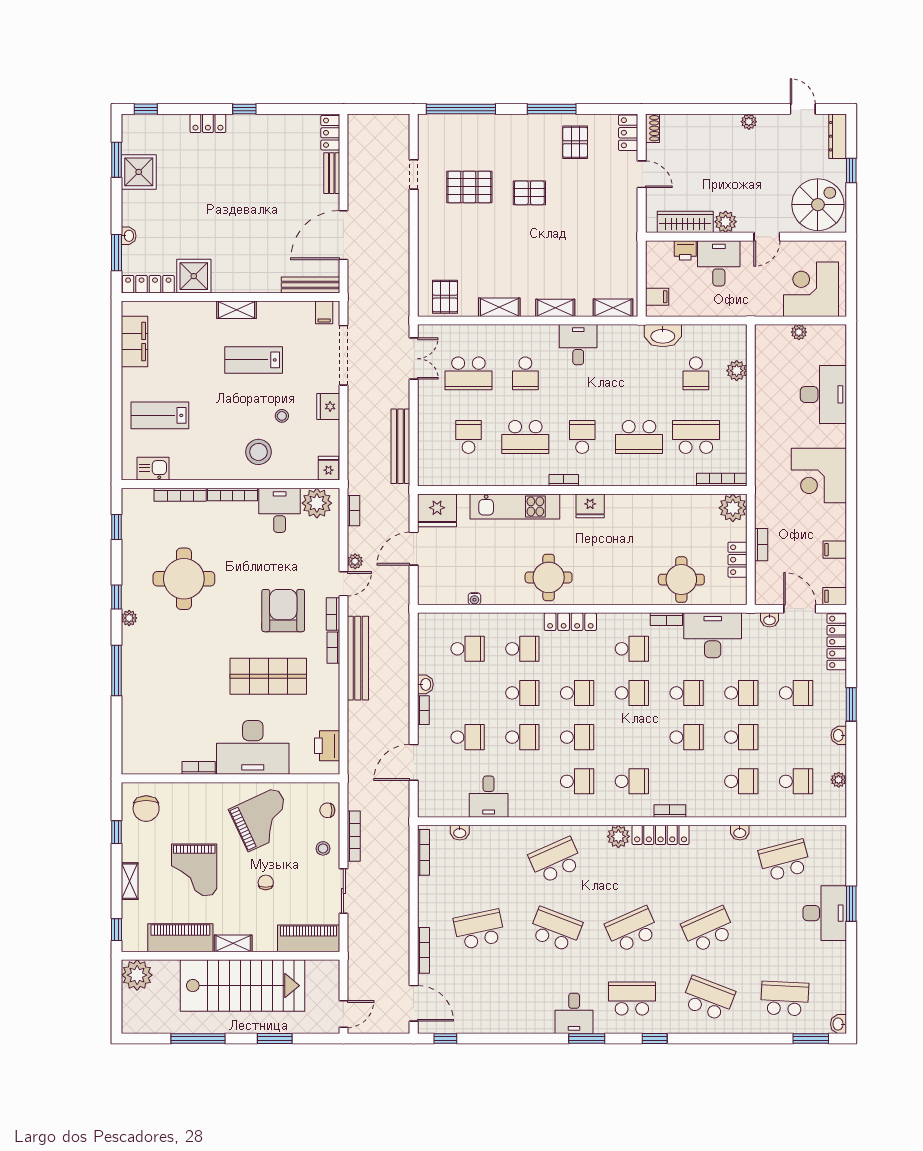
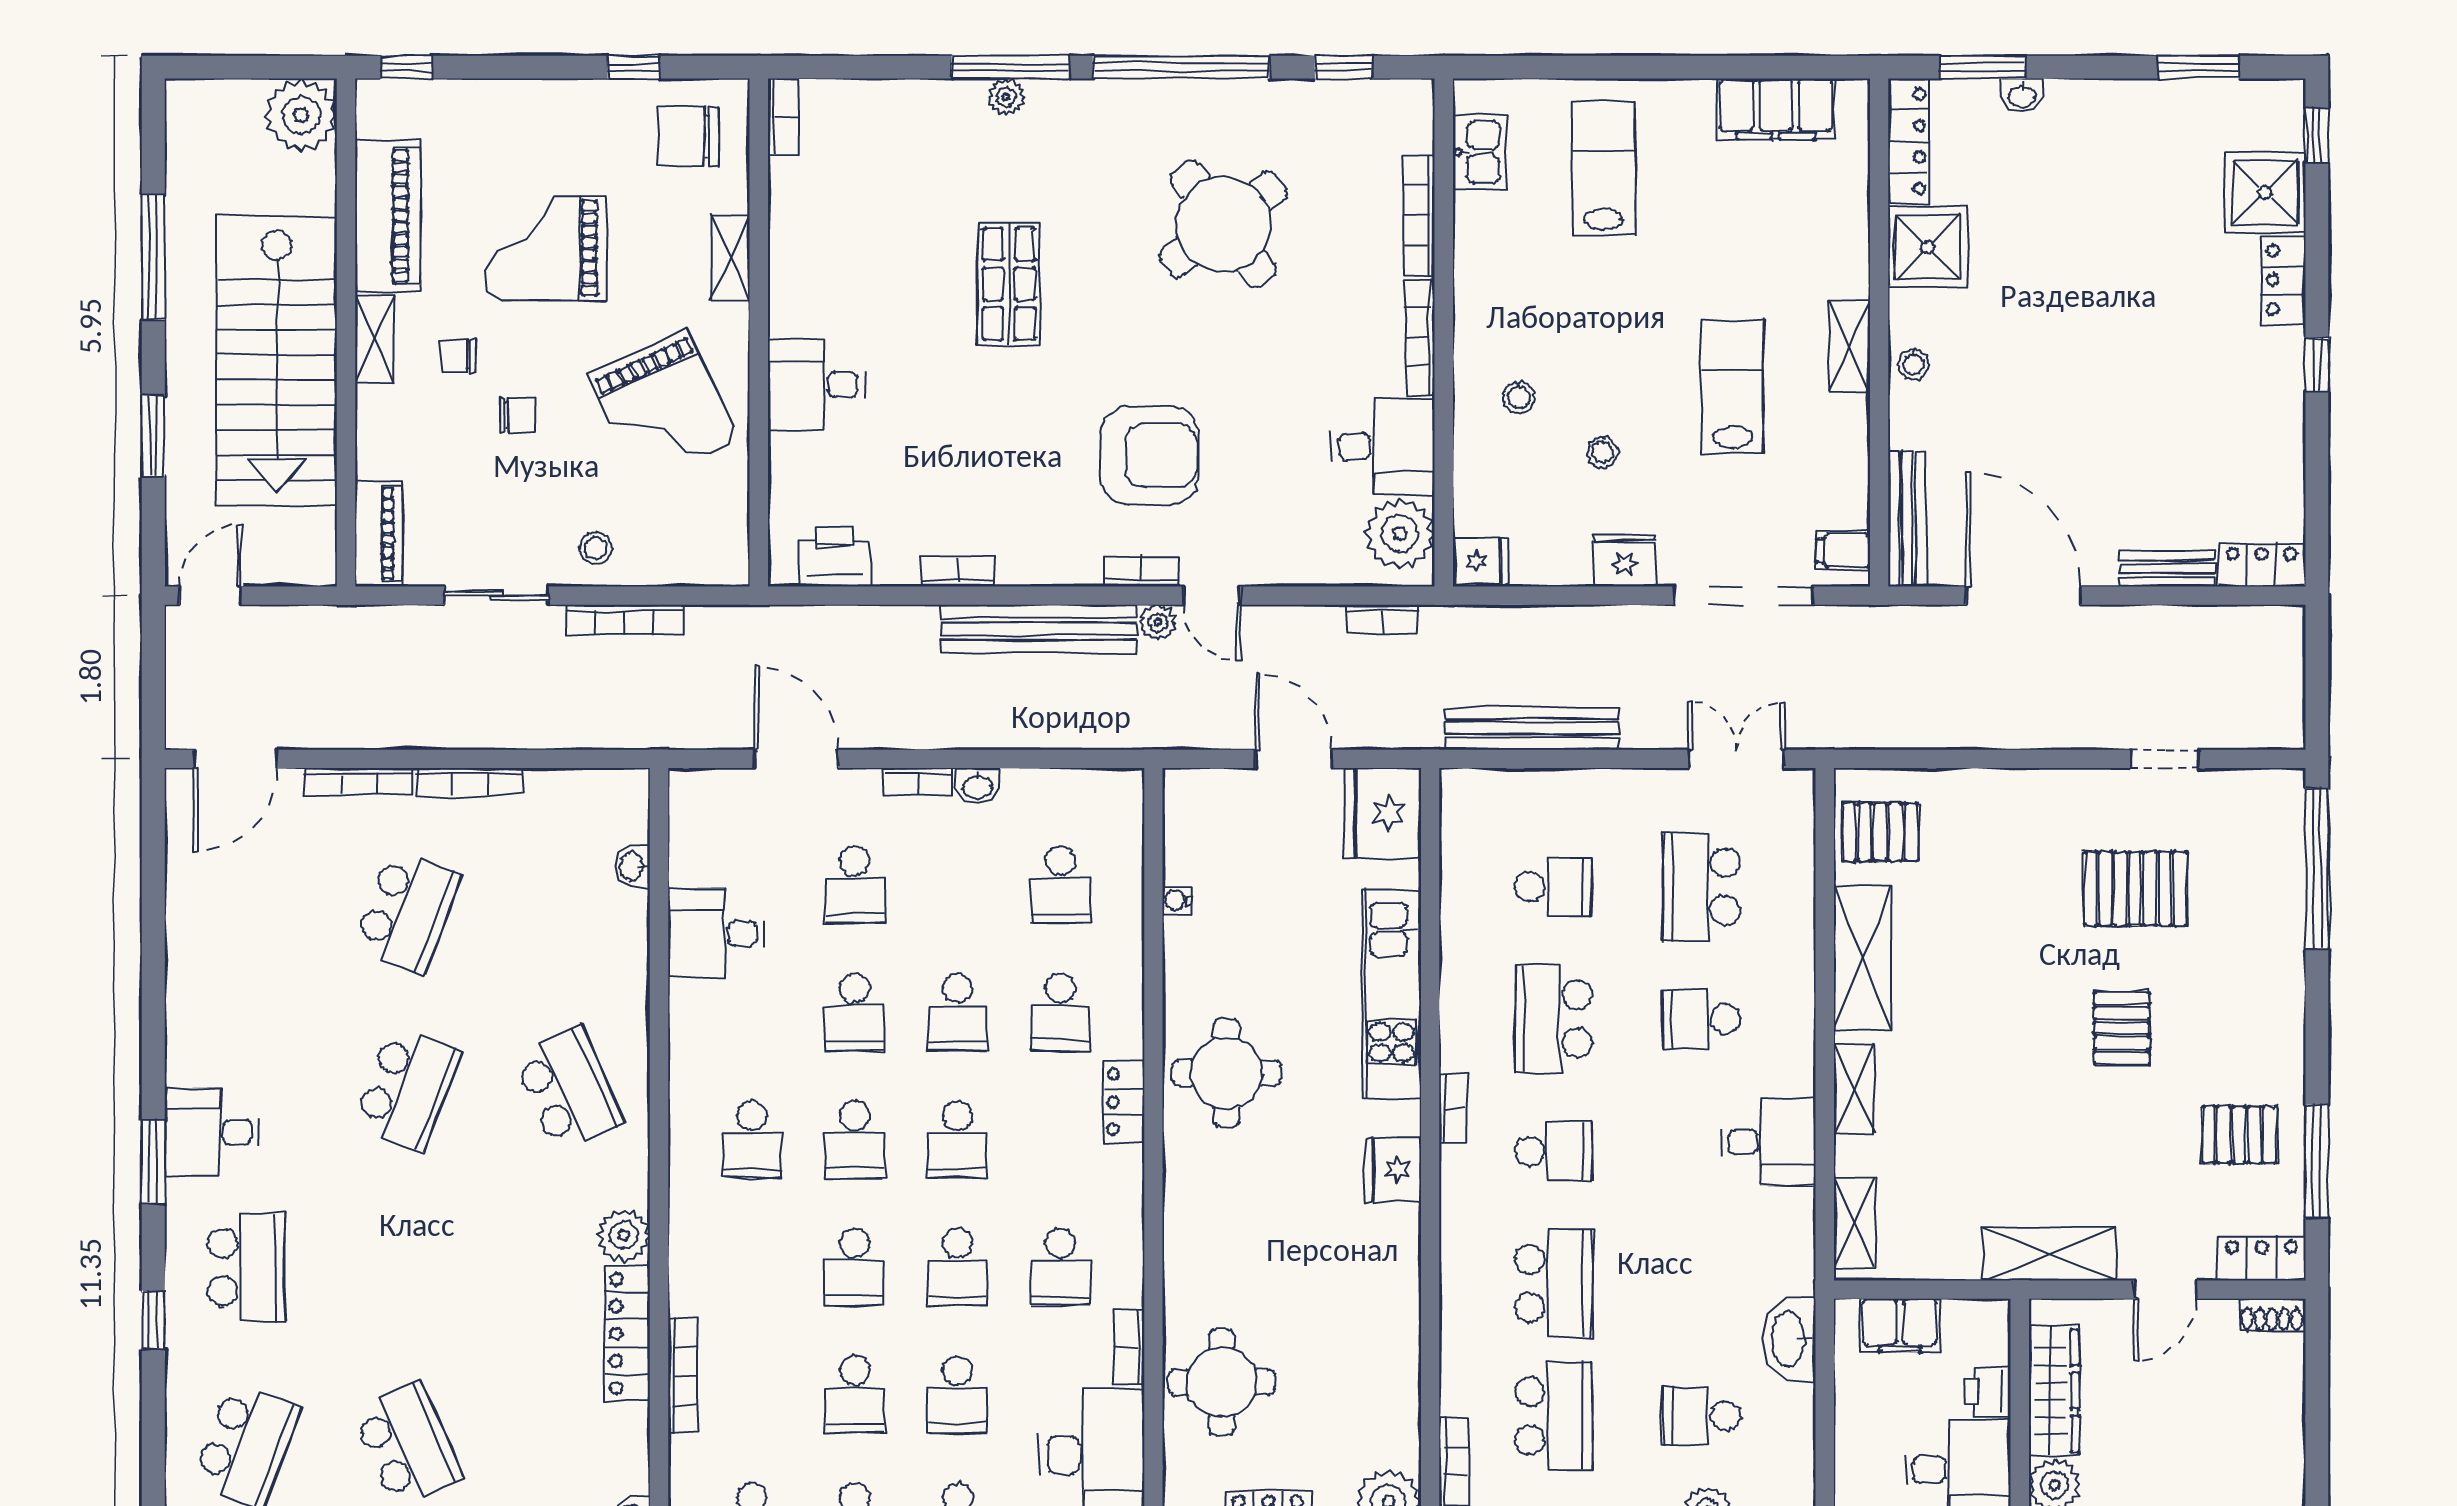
window: (552, 109) -> (2317, 1161), moved
shower: (139, 172) -> (2265, 192), moved
pallet: (469, 187) -> (2135, 889), turned 90
shelving: (626, 224) -> (2049, 1254), added
stool: (244, 282) -> (1914, 365), added
filing cabinet: (657, 297) -> (1900, 1326), width x2.00
shelving: (499, 307) -> (1863, 958), width x1.50, depth x1.33
double door: (414, 359) -> (1736, 759), swing flipped
school desk: (639, 437) -> (1553, 1284), turned 180
stool: (259, 452) -> (1519, 398), width x0.53, depth x0.53
plant: (355, 561) -> (1158, 622), moved
round table: (184, 579) -> (1223, 224), turned -37
window: (116, 597) -> (1181, 67), width x3.17
plant: (129, 618) -> (1006, 97), moved
locker: (570, 622) -> (1124, 1102), width x0.66
bookcase: (333, 648) -> (959, 572), moved
shop shelf: (268, 676) -> (1009, 284), moved, width x0.70, depth x0.74
desk: (253, 747) -> (816, 385), width x0.53, depth x0.77
bookcase: (199, 768) -> (783, 117), moved
school desk: (632, 781) -> (855, 1267), moved
chair: (327, 810) -> (458, 355), moved, turned -90
bookcase: (670, 811) -> (683, 1376), width x1.56
bookcase: (423, 852) -> (469, 782), moved
shelving: (130, 881) -> (730, 257), moved, turned 90
school desk: (479, 929) -> (407, 911), turned 33
school desk: (632, 929) -> (407, 1267), removed
piano: (309, 938) -> (379, 534), width x0.73, depth x0.75
door: (343, 1014) -> (210, 596), swing flipped
window: (445, 1039) -> (153, 833), removed

